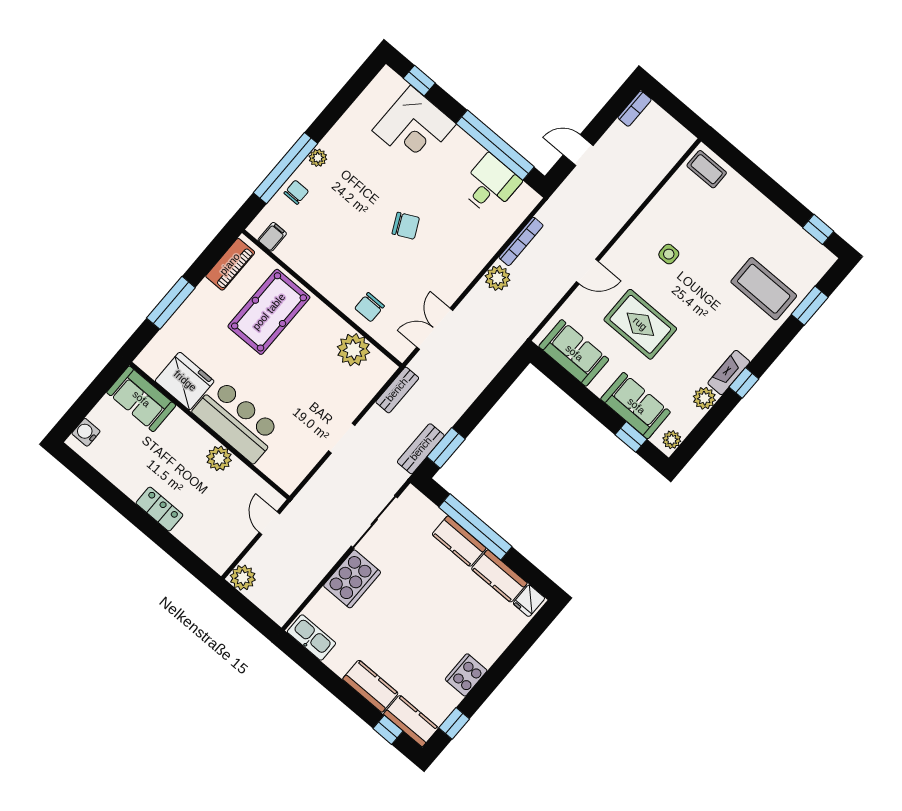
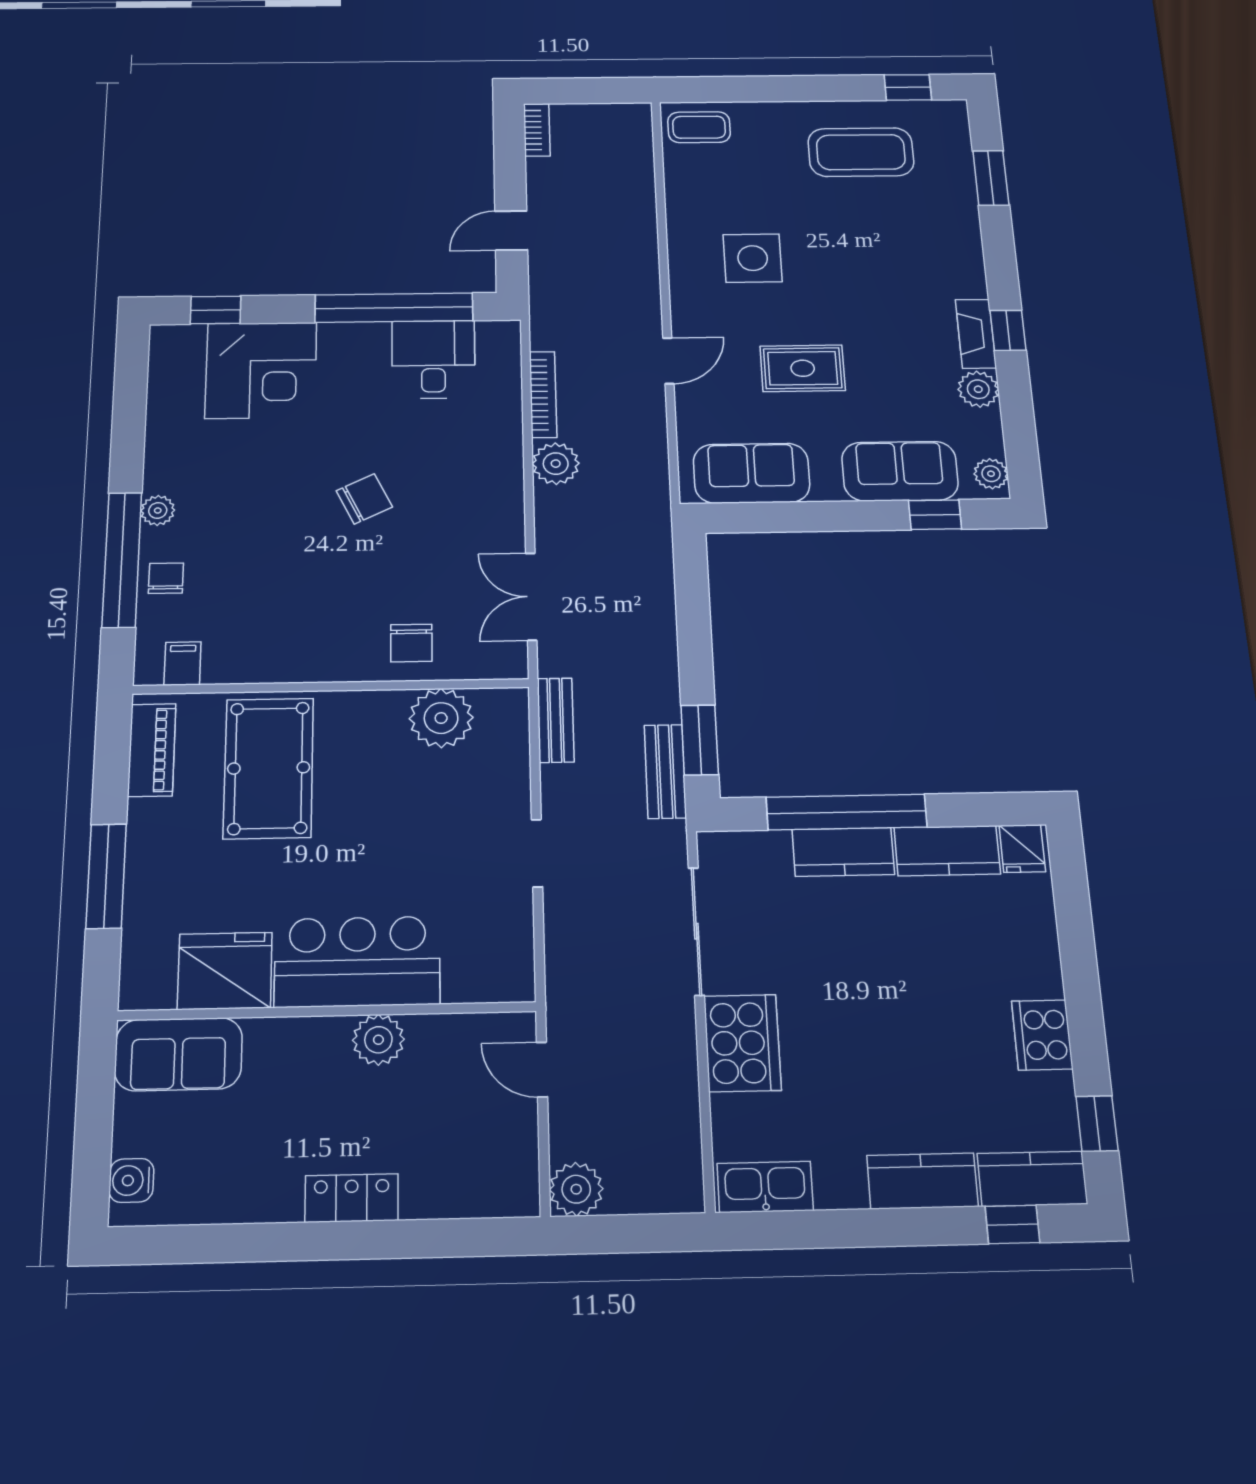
side table: (669, 254) -> (753, 258), width x1.87, depth x1.87
coffee table: (764, 289) -> (861, 152), moved
rug: (640, 324) -> (803, 368), width x0.73, depth x0.70

